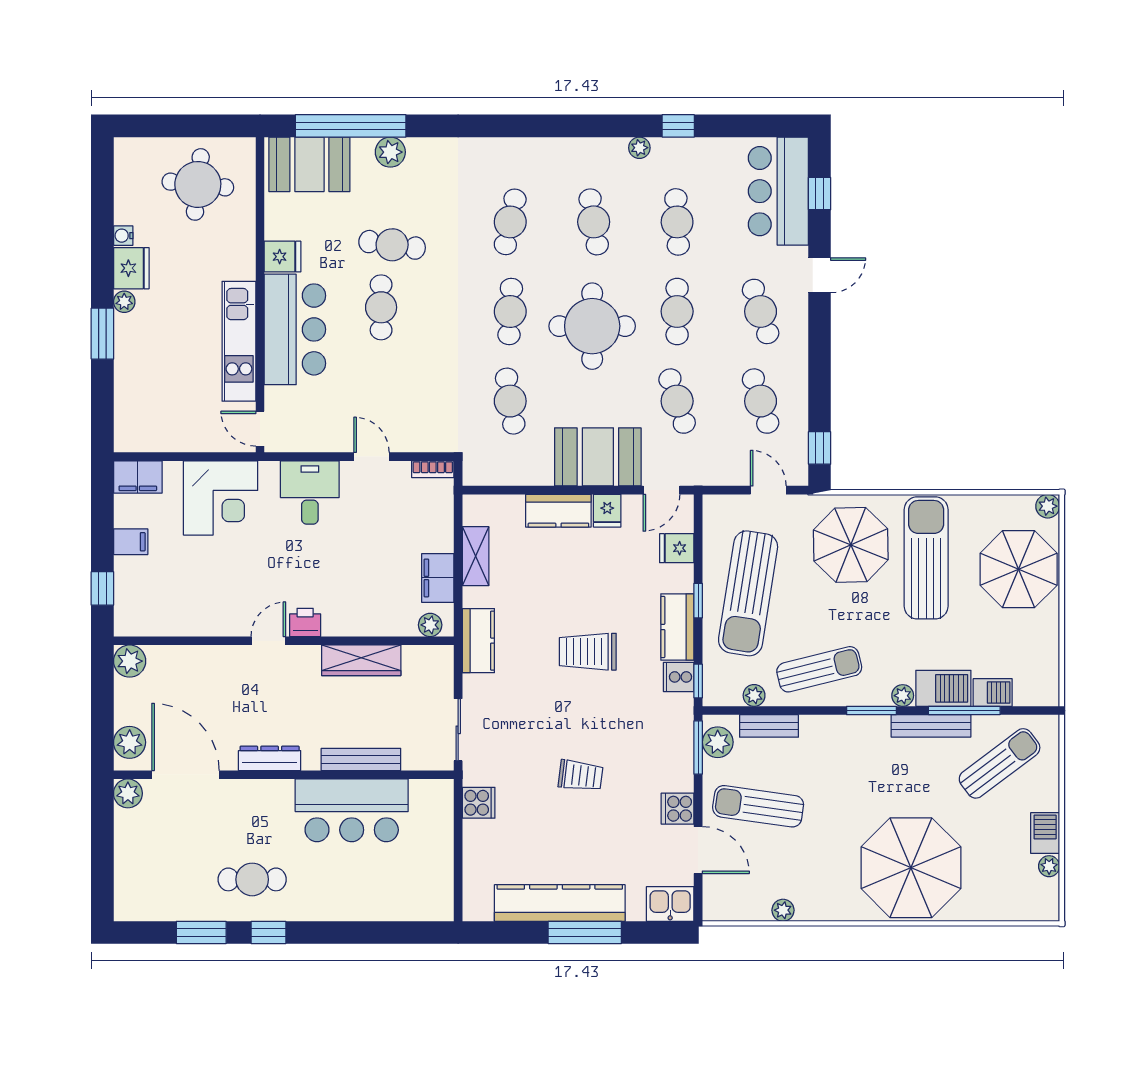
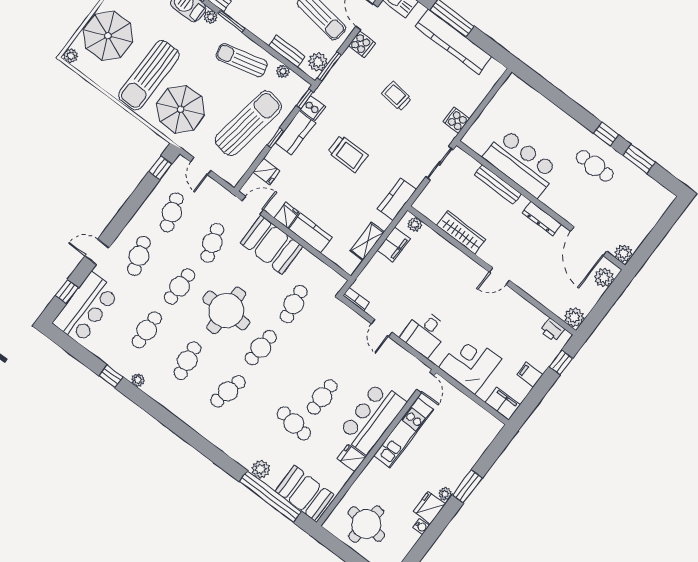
printer: (305, 622) -> (552, 330), moved

